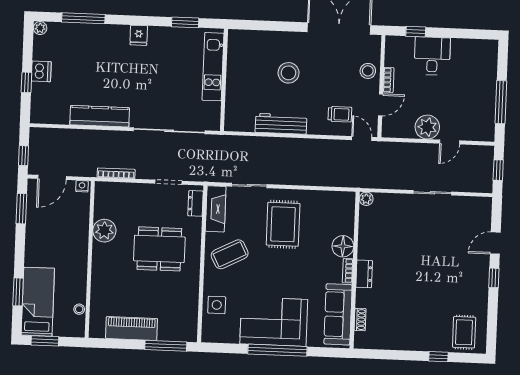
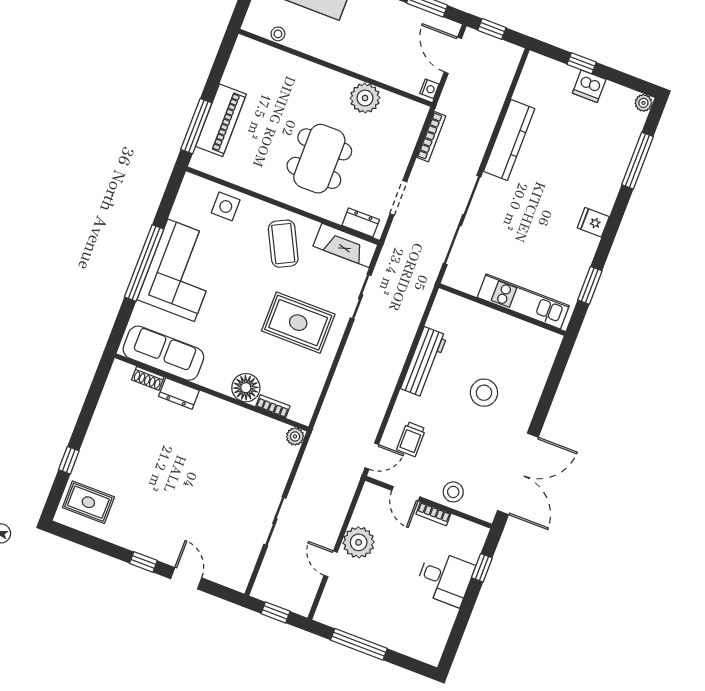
bookcase: (348, 271) -> (273, 406), moved
dresser: (364, 274) -> (179, 393), moved
piano: (132, 328) -> (221, 120), moved

